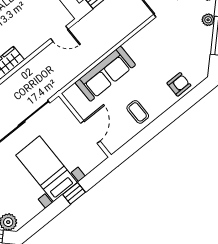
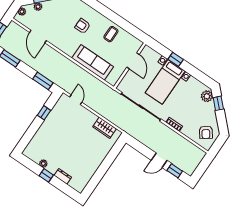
armchair: (179, 84) -> (83, 26), moved
door: (90, 132) -> (133, 61), swing flipped

